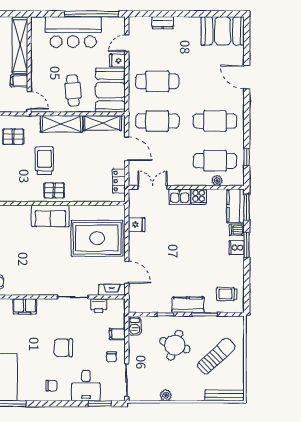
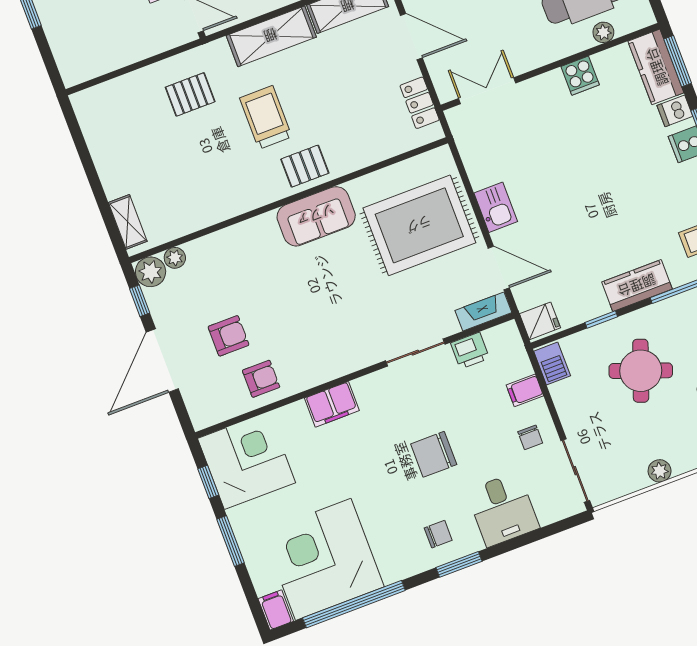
kitchen sink: (180, 197) -> (496, 207), moved, turned -90
fridge: (137, 225) -> (540, 321), moved
window: (100, 404) -> (459, 564), moved

